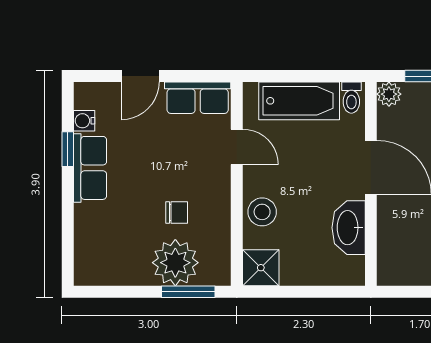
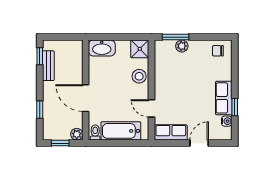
chair: (177, 213) -> (218, 51), moved
washbasin: (349, 228) -> (102, 48), moved, turned 90
plant: (175, 263) -> (182, 46), width x0.53, depth x0.53

